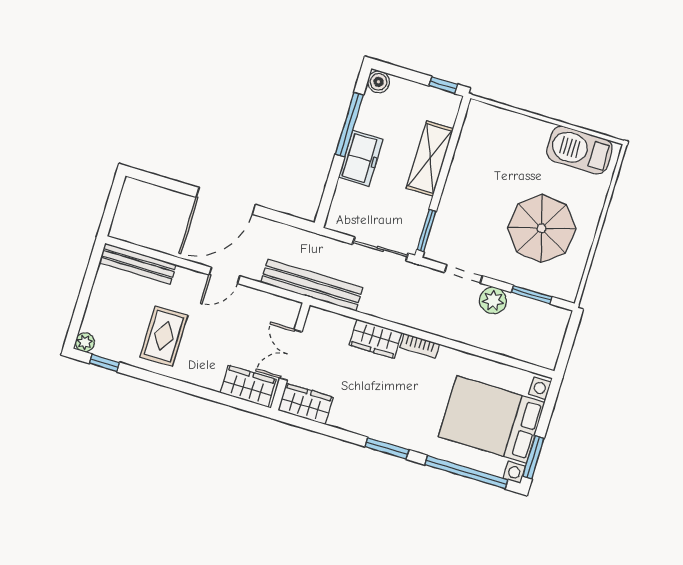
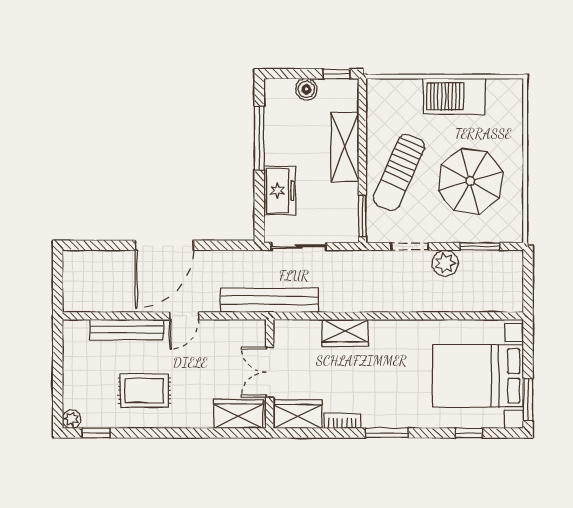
boiler: (379, 82) -> (306, 89), moved
barbecue: (579, 150) -> (454, 96), moved
freezer: (361, 158) -> (280, 191), moved
sun lounger: (475, 199) -> (399, 172), added
sliding door: (380, 249) -> (299, 246), moved
bench: (138, 264) -> (127, 330), moved
rug: (164, 336) -> (144, 391), turned 90
bookcase: (420, 346) -> (342, 421), moved, turned 180
window: (466, 472) -> (469, 433), width x0.32

